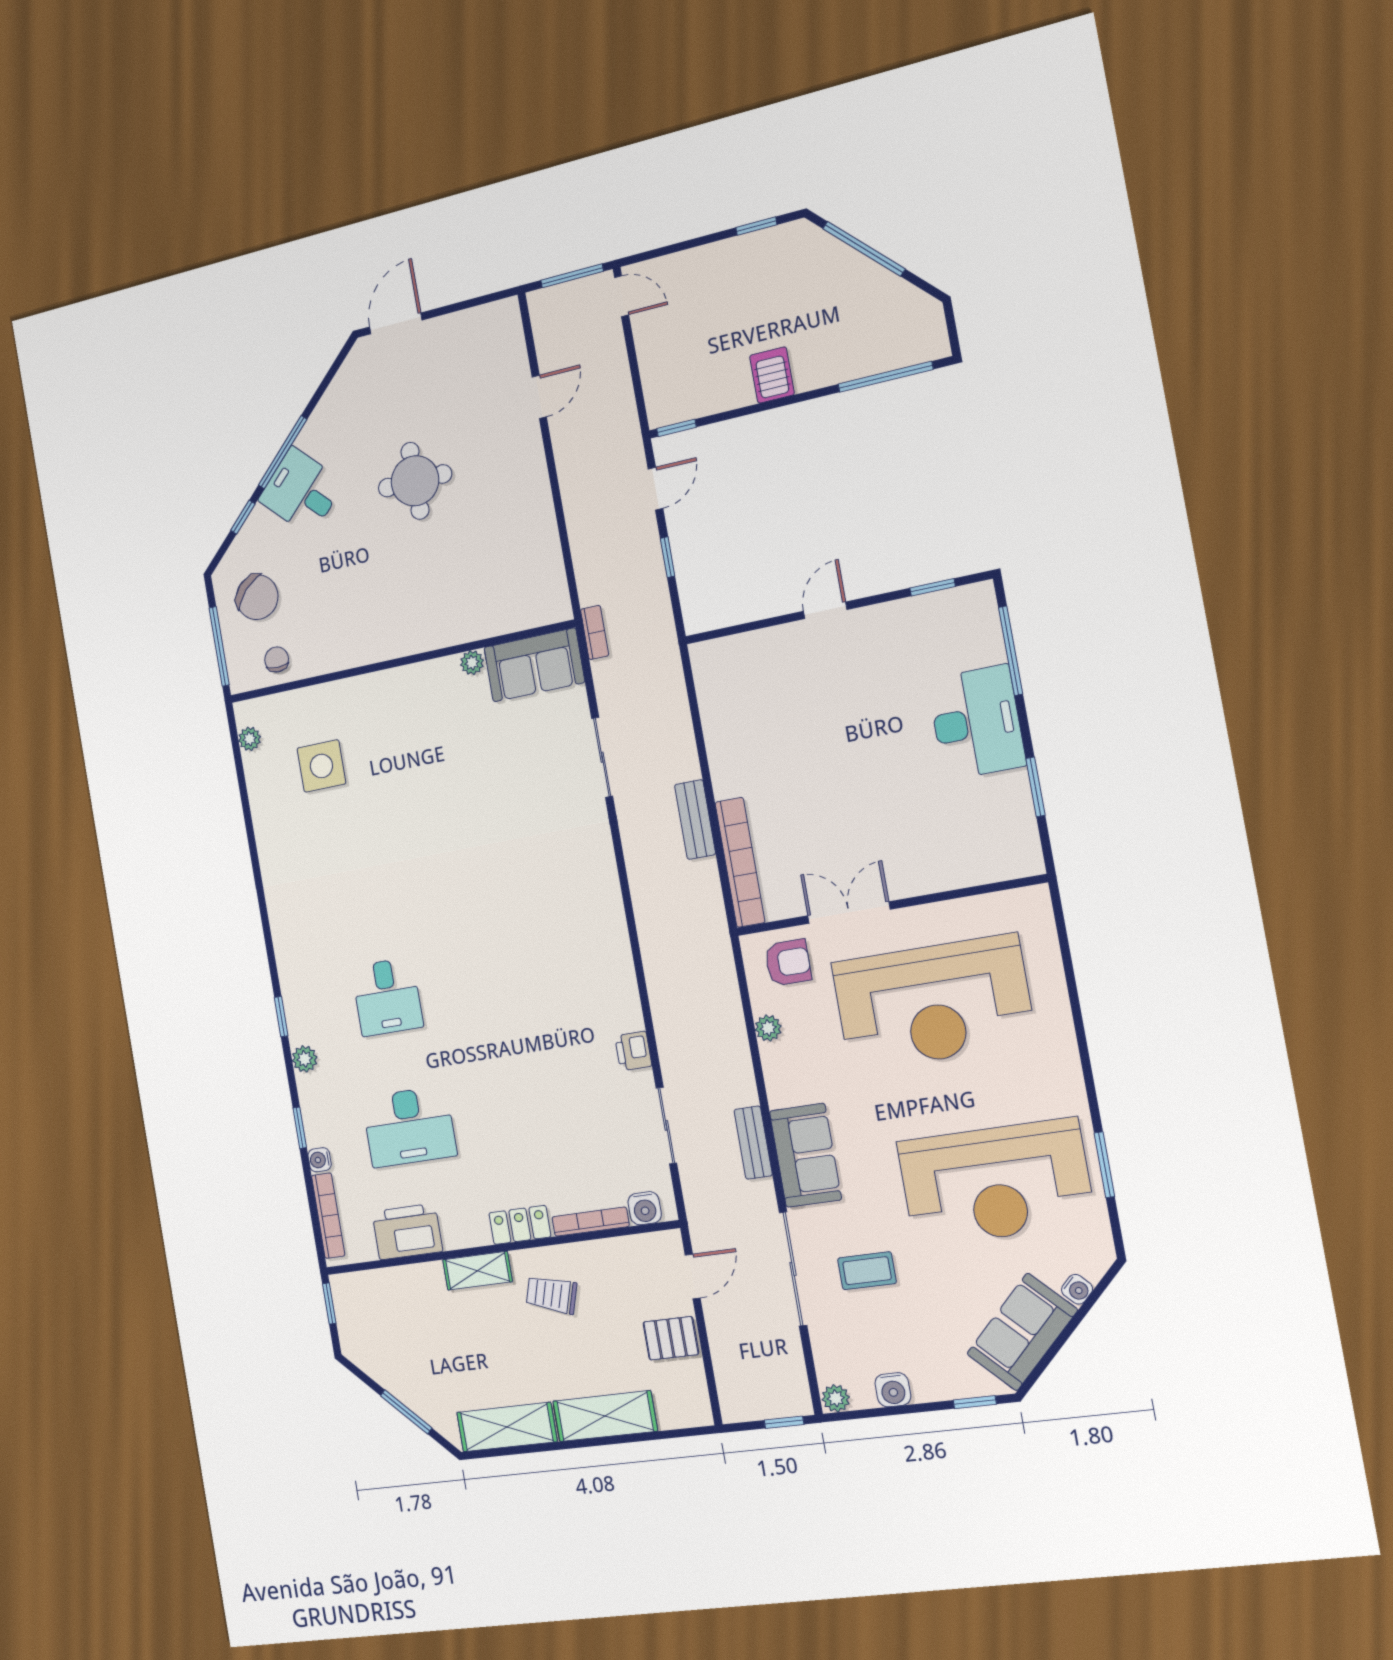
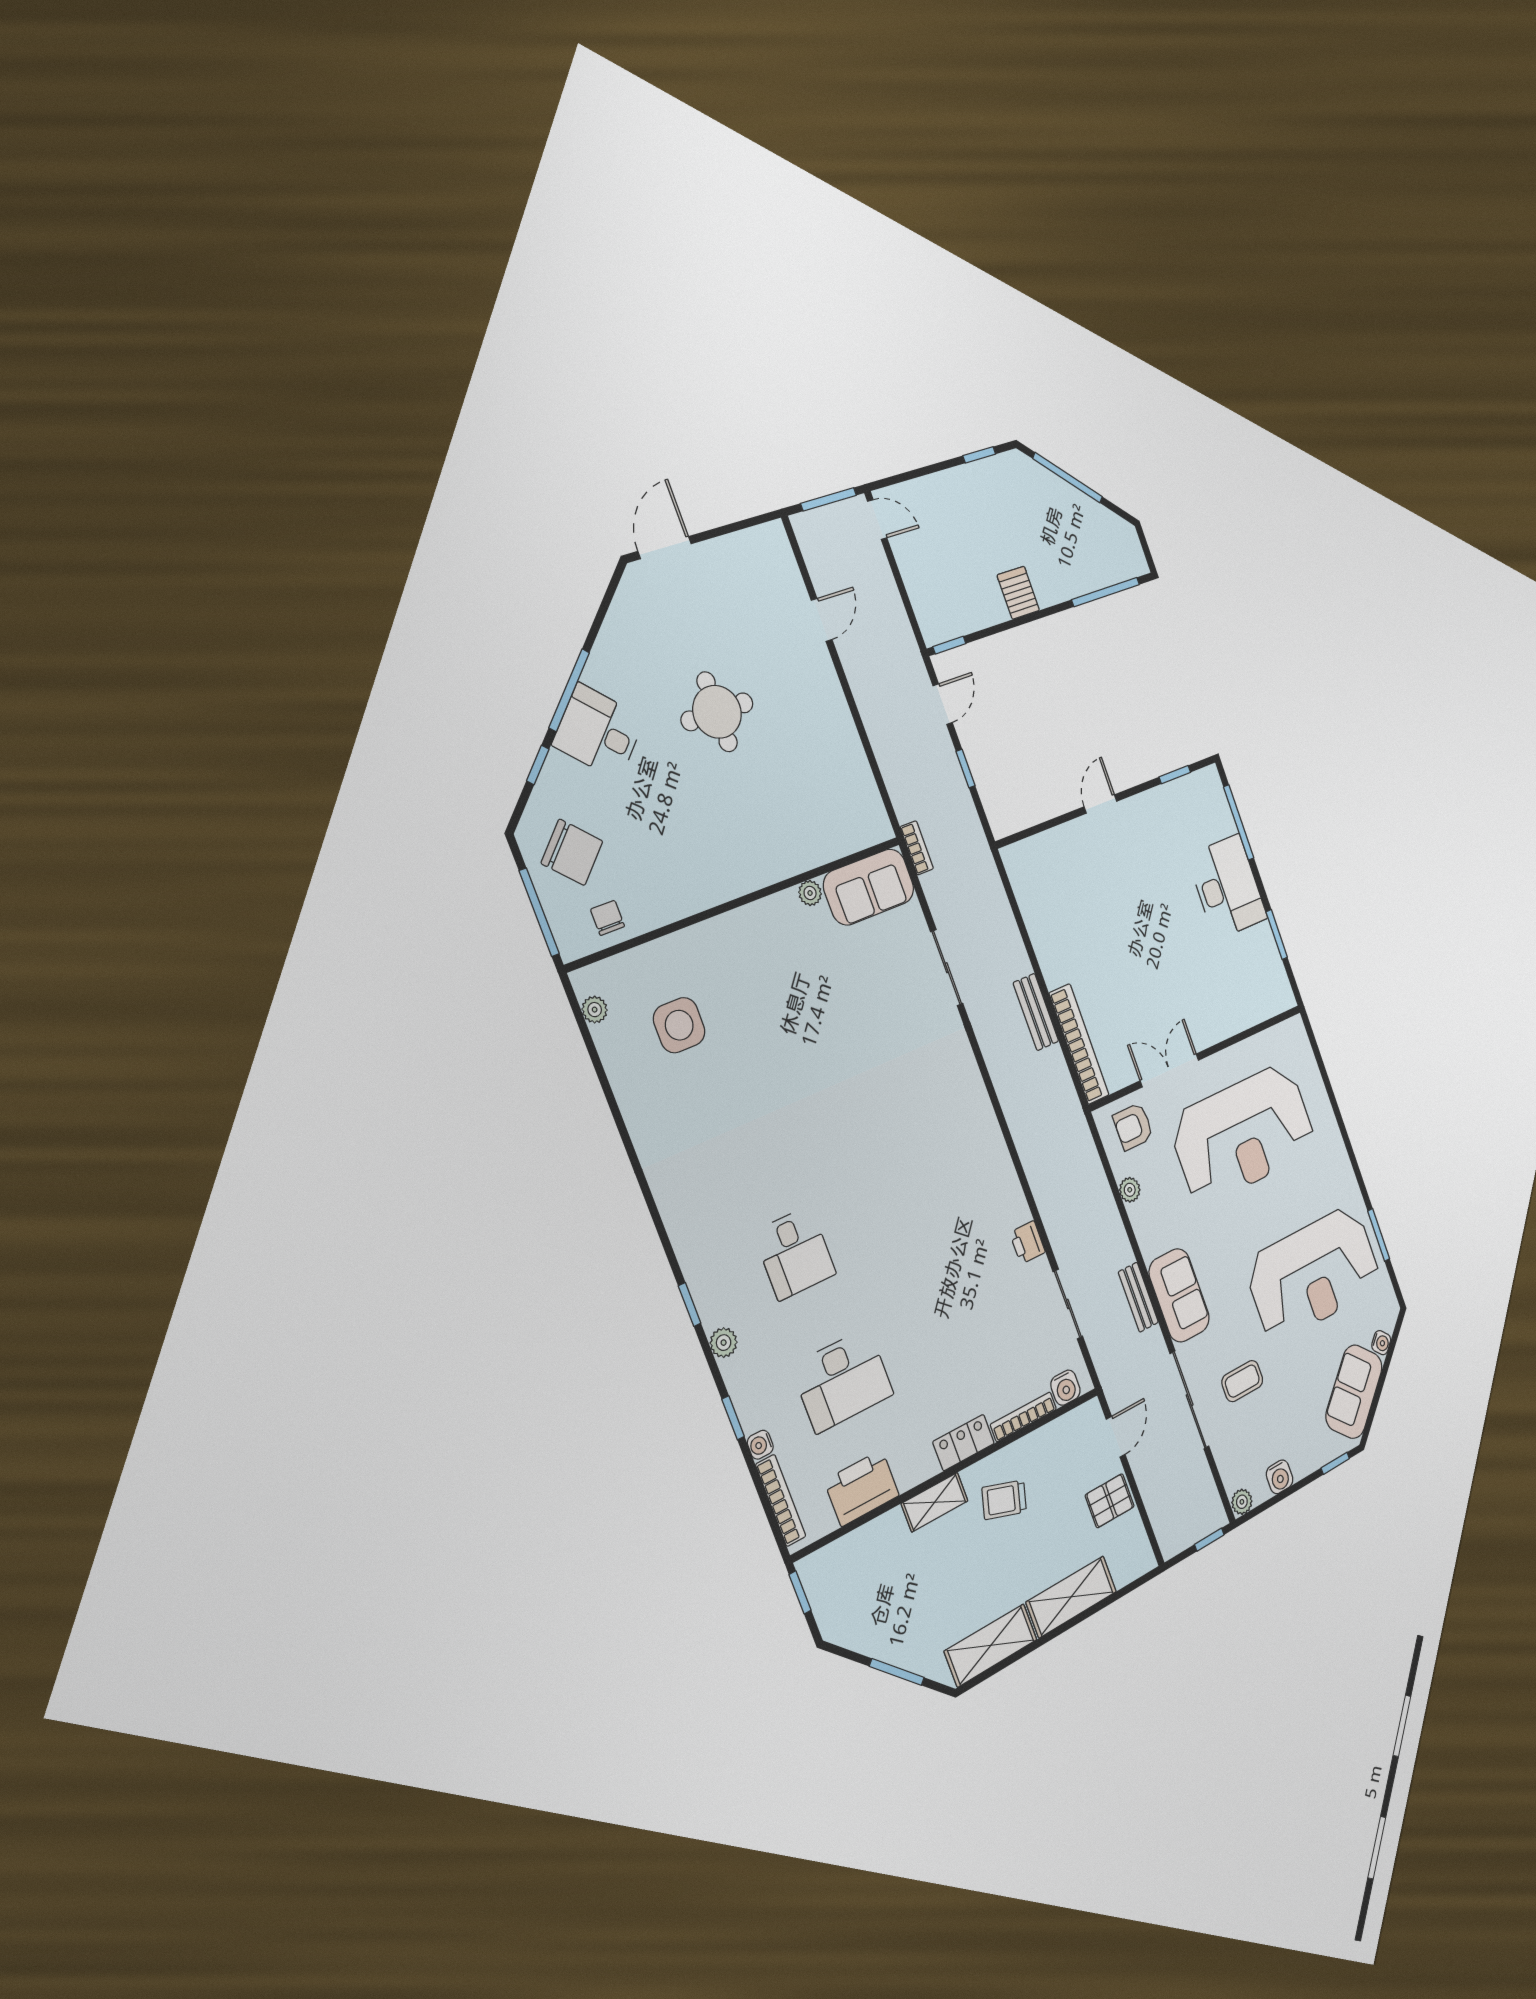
armchair: (788, 963) -> (1133, 1126), turned 180

